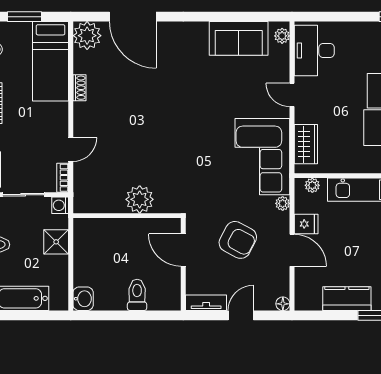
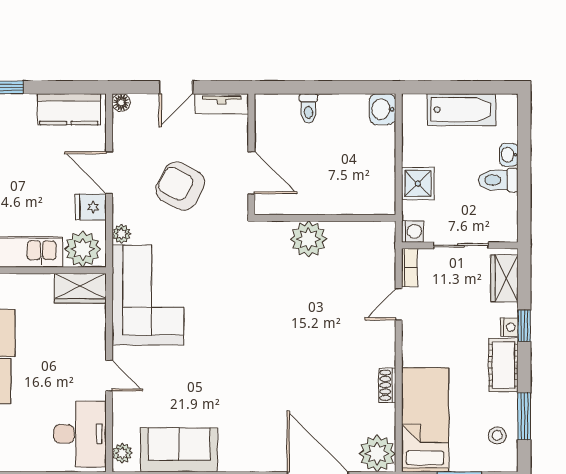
wardrobe: (306, 144) -> (80, 288), moved, turned -90
plant: (312, 185) -> (83, 249), width x1.88, depth x1.88
toilet: (137, 295) -> (309, 108), width x0.73, depth x0.72
kitchen counter: (347, 299) -> (69, 109), moved

